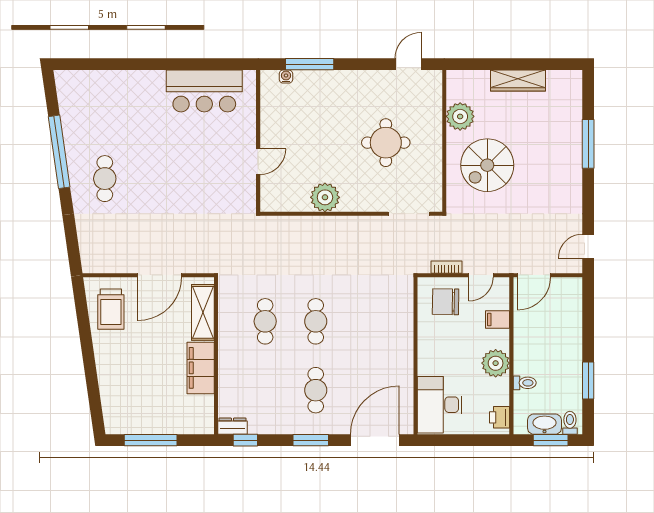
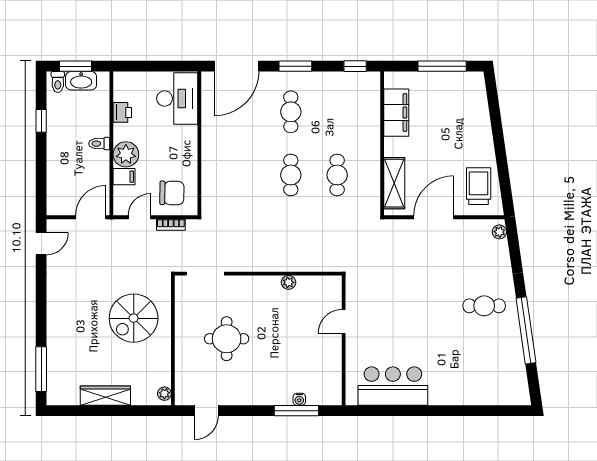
water cooler: (286, 77) -> (299, 399), moved
plant: (460, 116) -> (164, 394), moved, width x0.53, depth x0.53
window: (588, 144) -> (41, 369), moved
spiral stairs: (487, 165) -> (134, 318), turned 180
cafe table: (105, 179) -> (484, 306), turned 90
plant: (325, 197) -> (289, 282), width x0.53, depth x0.53
plant: (88, 259) -> (499, 232), added
plant: (496, 363) -> (126, 154), moved
filing cabinet: (201, 368) -> (396, 113), moved
window: (588, 380) -> (41, 121), width x0.67
toilet: (525, 383) -> (99, 144), moved
printer: (500, 417) -> (122, 112), moved
dresser: (232, 426) -> (367, 79), removed

